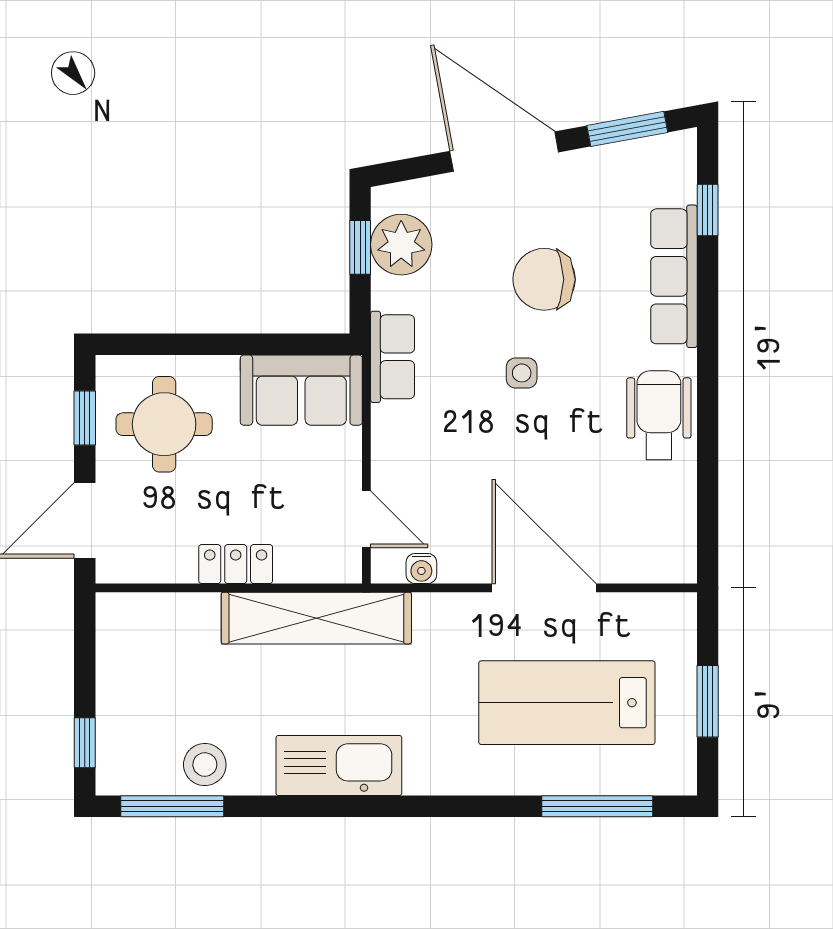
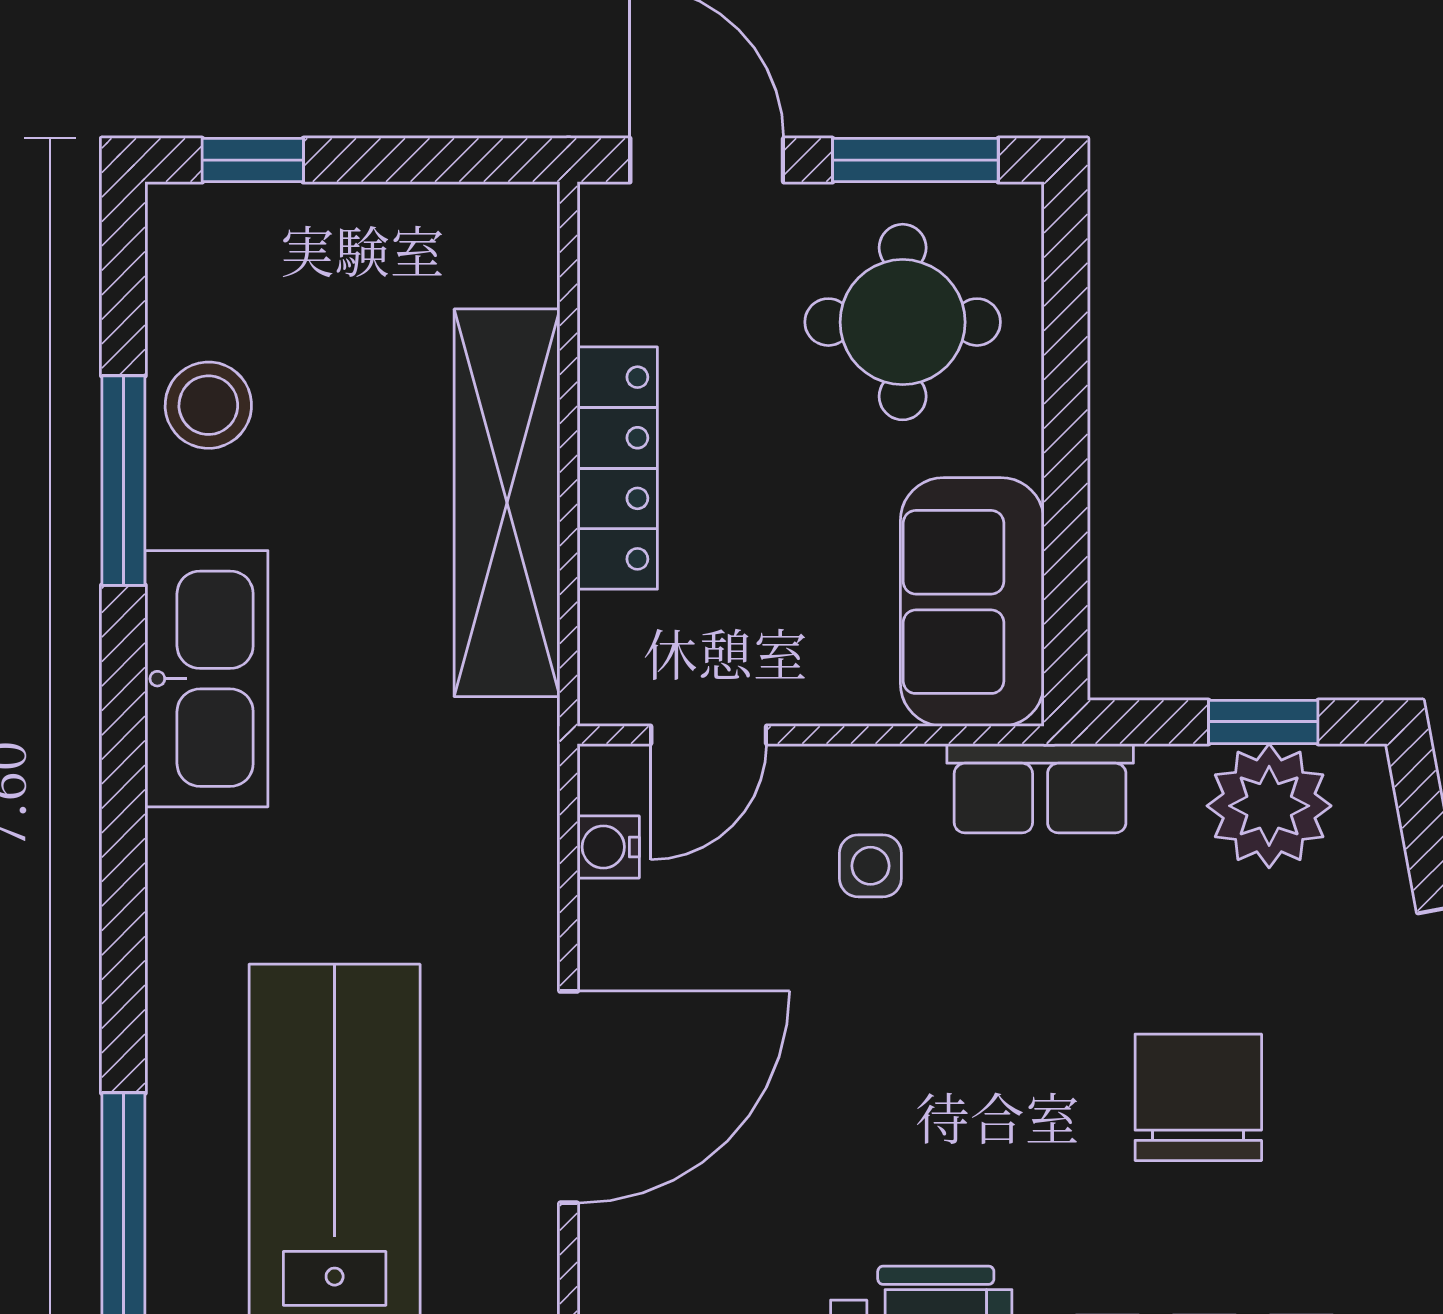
side table: (522, 373) -> (870, 866), moved
window: (85, 418) -> (915, 160), width x1.50
locker: (236, 564) -> (617, 468), width x1.53
shelving: (316, 618) -> (507, 503), moved
window: (172, 806) -> (123, 481), moved

